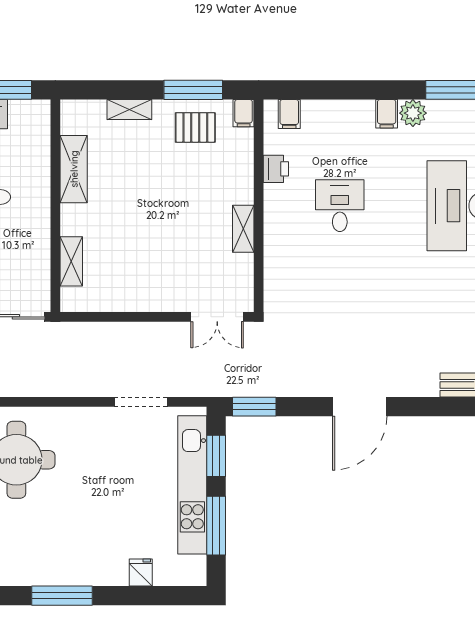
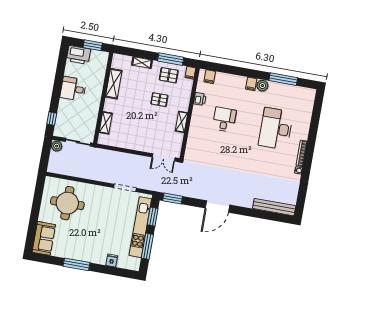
pallet: (184, 187) -> (159, 100), added

